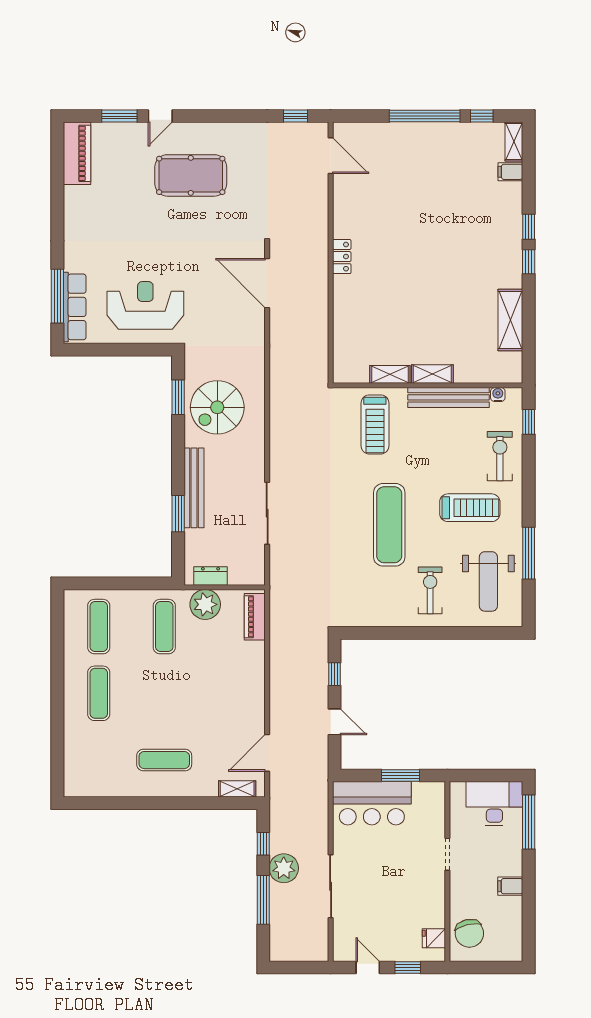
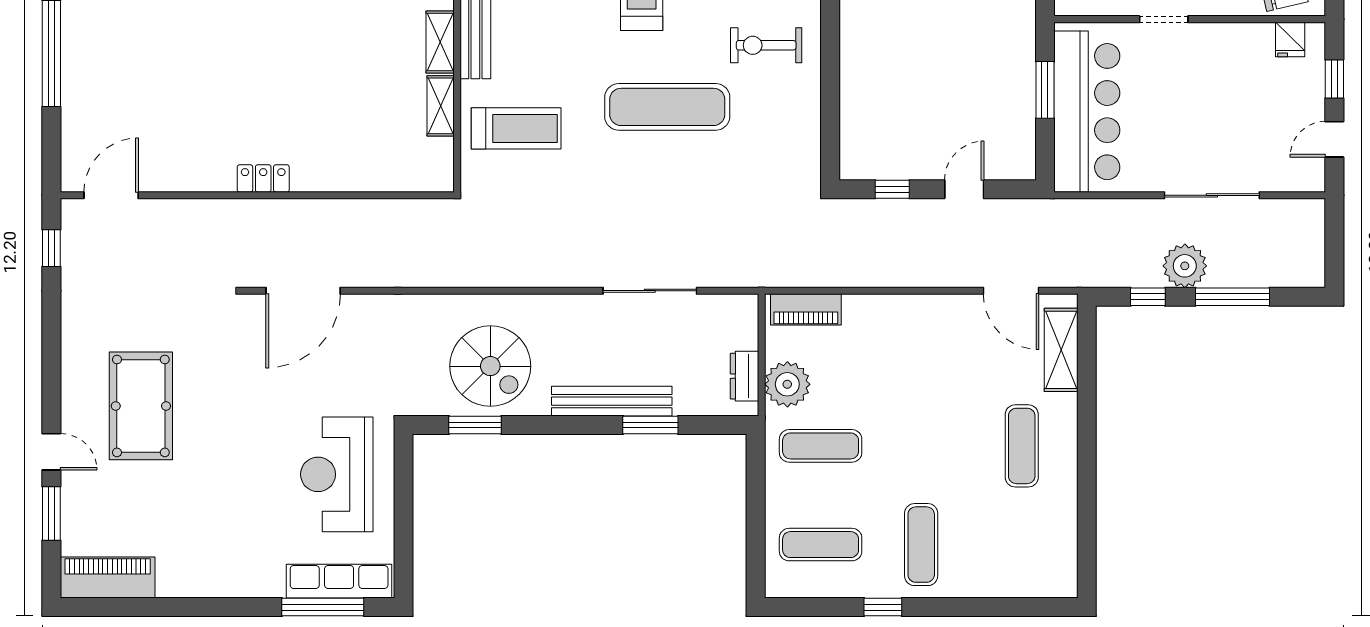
window: (57, 668) -> (883, 607), added
exercise mat: (99, 693) -> (921, 545), turned 90
shelving: (237, 789) -> (1061, 350), width x1.50, depth x1.33
bar counter: (372, 803) -> (1087, 112), width x1.36

